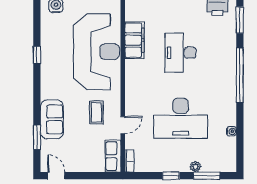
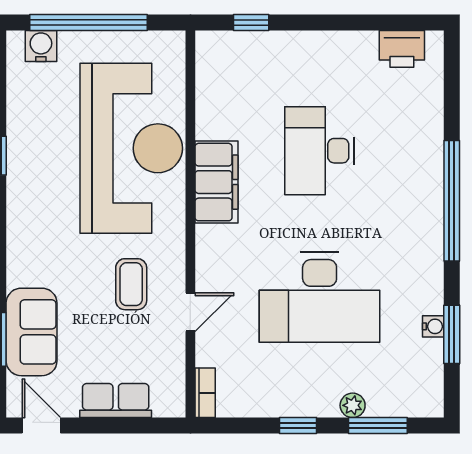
window: (240, 20) -> (452, 334), moved
filing cabinet: (135, 40) -> (216, 182), moved
sofa: (52, 119) -> (32, 332), moved
row of seats: (113, 156) -> (116, 401), moved, turned 90

